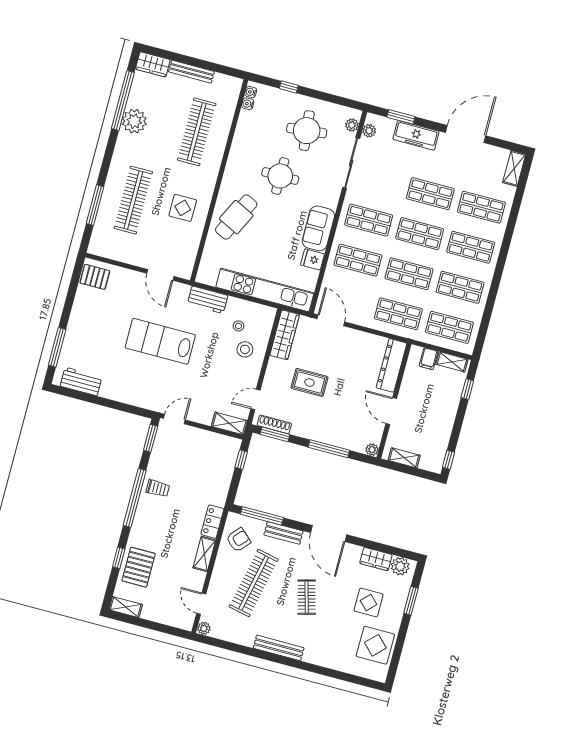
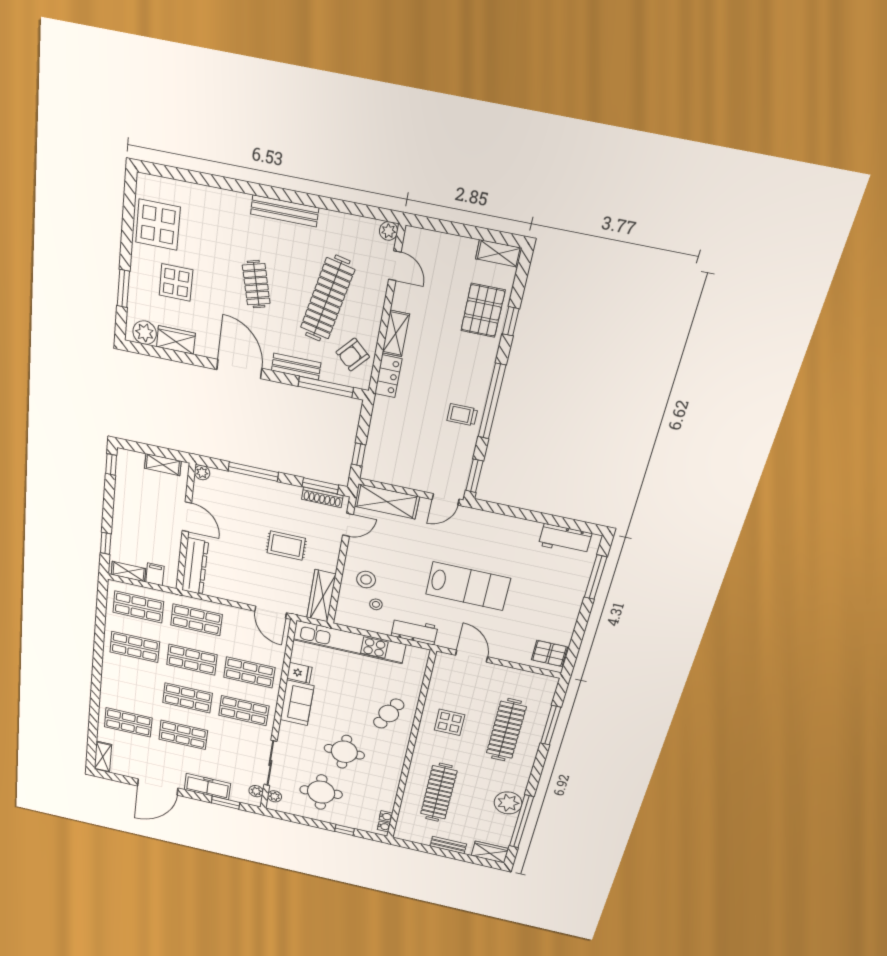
bench: (191, 72) -> (448, 845), width x0.73
cafe table: (236, 217) -> (389, 714), width x0.73, depth x0.74
shop shelf: (471, 247) -> (131, 685), removed
shelving: (229, 423) -> (387, 502), width x1.50, depth x1.33

